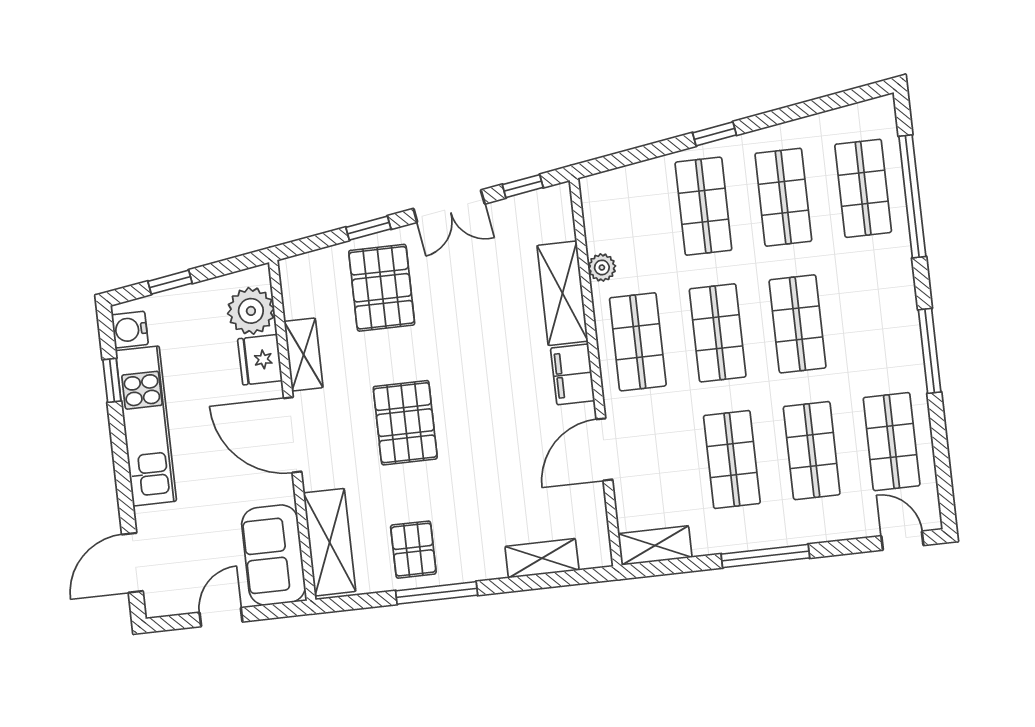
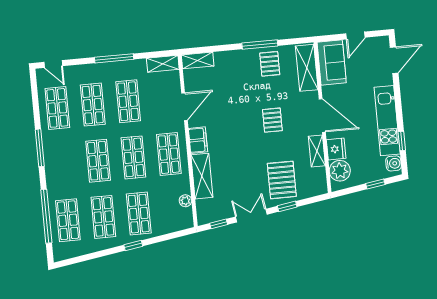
plant: (602, 267) -> (185, 201), moved
pallet: (405, 423) -> (272, 120), width x0.67, depth x0.71
shelving: (542, 558) -> (198, 60), moved

